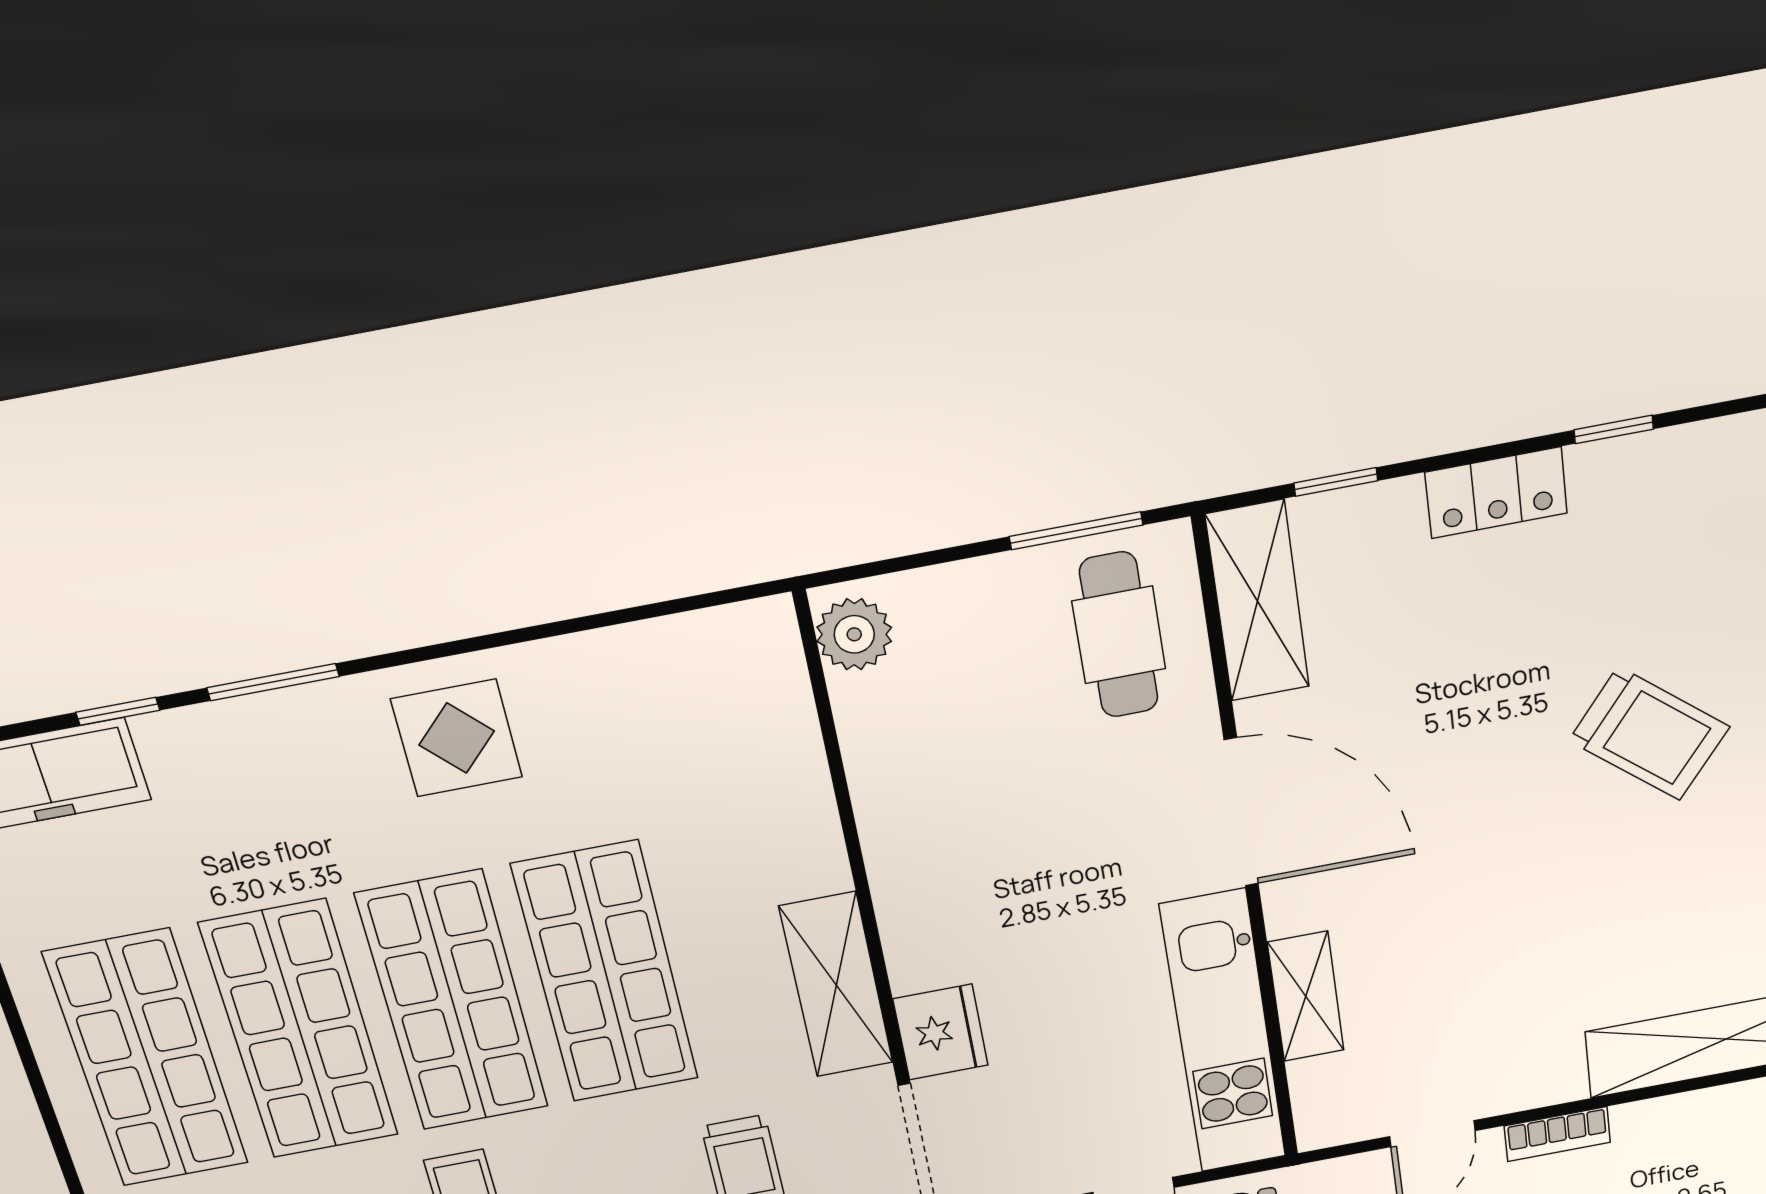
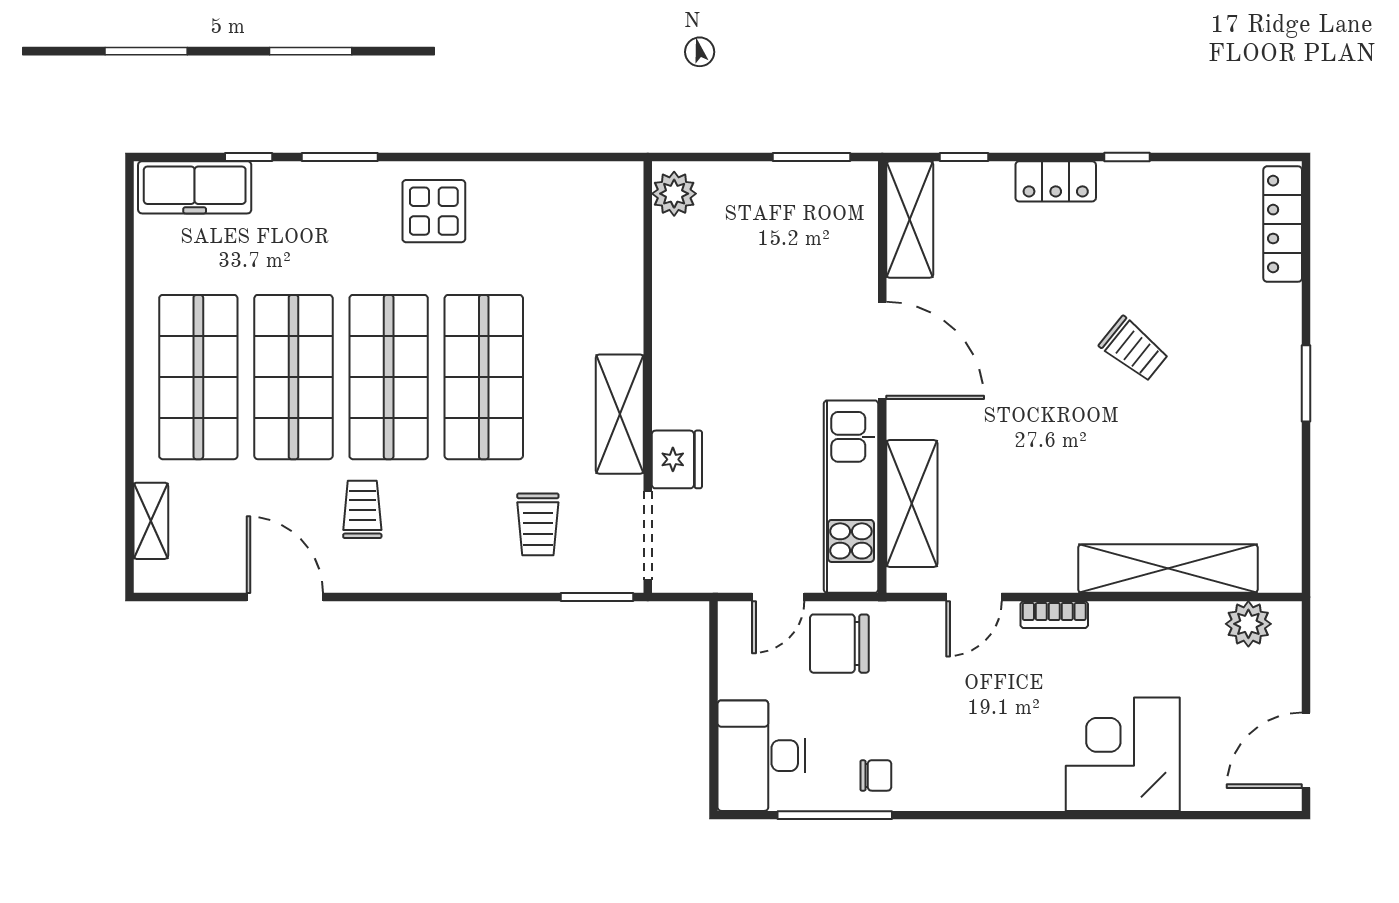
cafe table: (1119, 635) -> (826, 224), removed
trolley: (1649, 734) -> (1134, 349), width x0.73, depth x0.72
shelving: (1306, 996) -> (912, 503), width x1.50, depth x1.33

